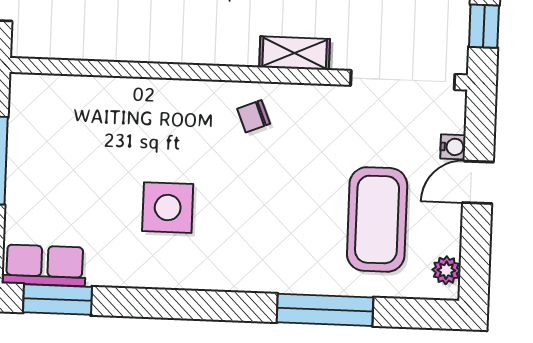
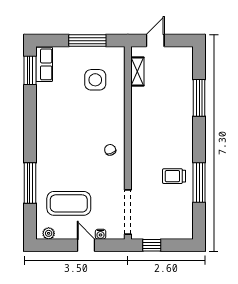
shelving: (295, 53) -> (137, 71), moved
side table: (168, 208) -> (95, 80), moved

